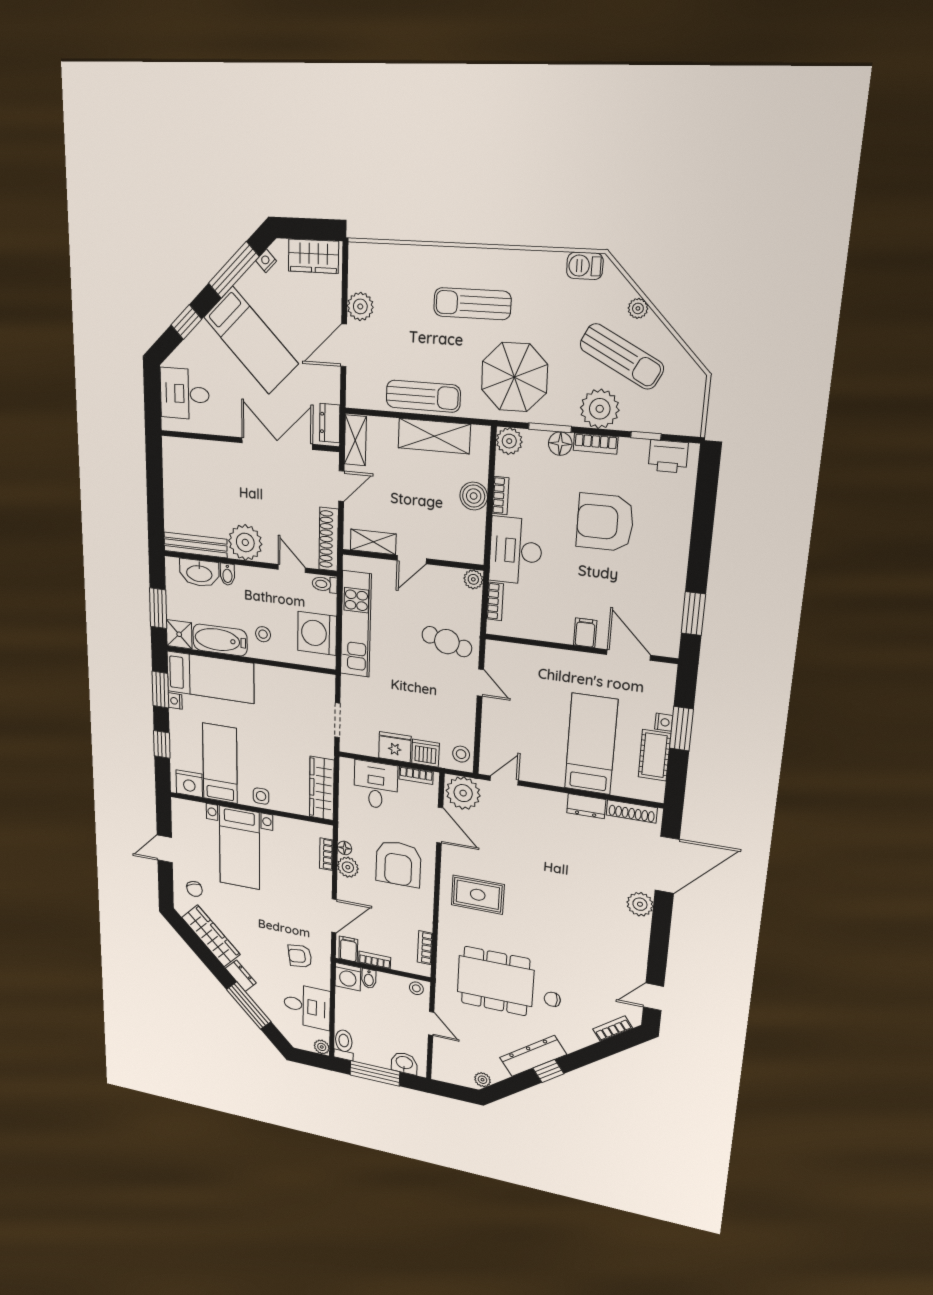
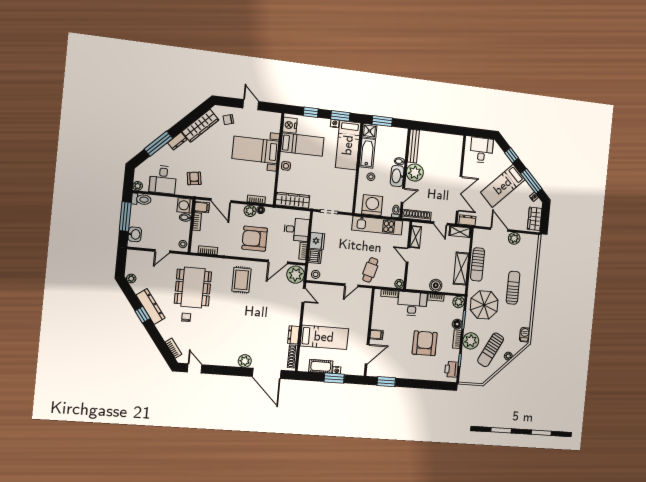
washbasin: (199, 573) -> (397, 176), moved

